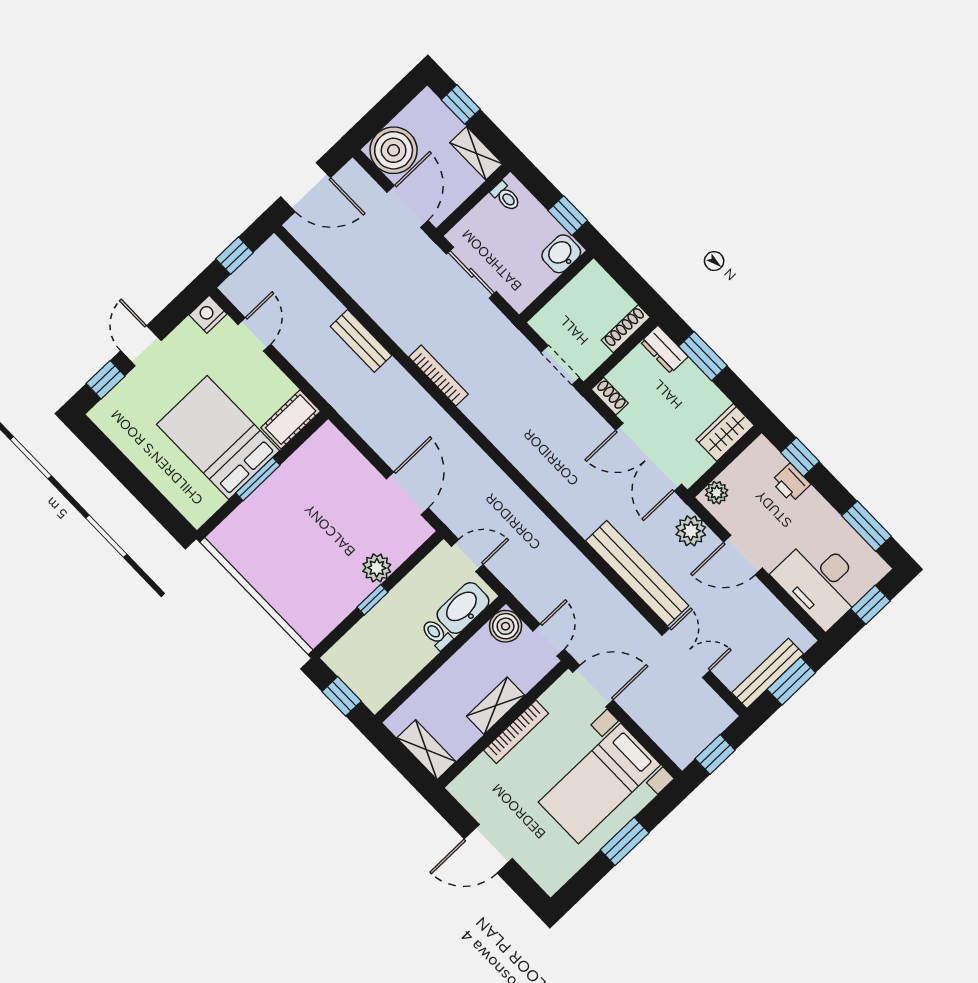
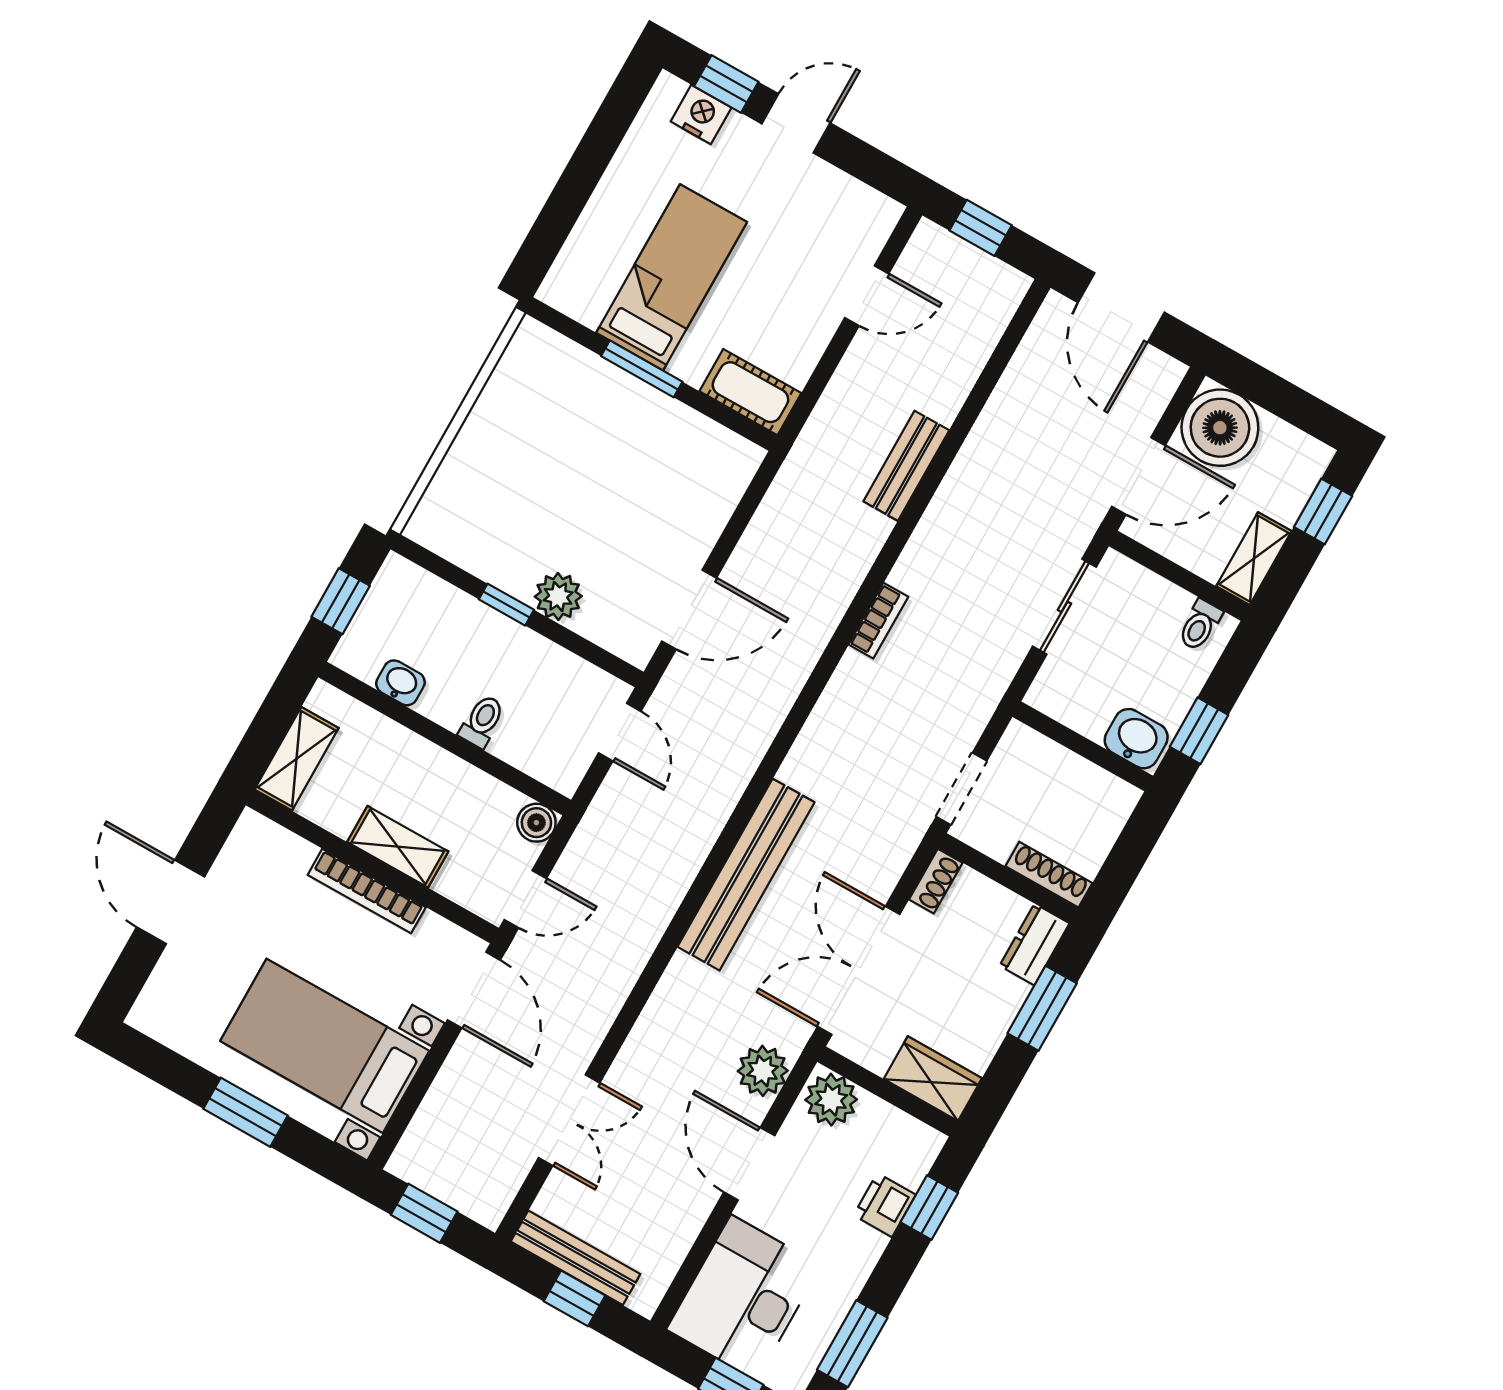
nightstand: (208, 314) -> (701, 114), moved
bookcase: (439, 376) -> (878, 621), width x0.64
bed: (218, 437) -> (672, 277), width x0.67
plant: (717, 493) -> (831, 1100), width x1.38, depth x1.38
bench: (637, 573) -> (746, 875), moved
washbasin: (463, 608) -> (400, 683), moved, width x0.52, depth x0.69
boiler: (506, 626) -> (536, 823), width x0.73, depth x0.73
window: (791, 681) -> (575, 1298), width x0.67

